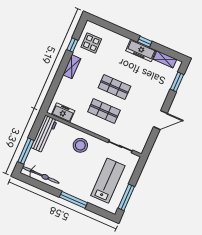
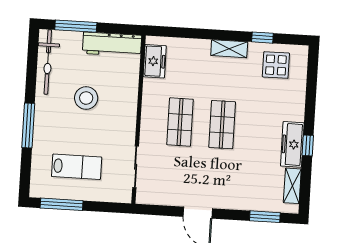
stool: (80, 145) -> (86, 98), moved
lab bench: (108, 181) -> (77, 167), width x0.73, depth x0.72

